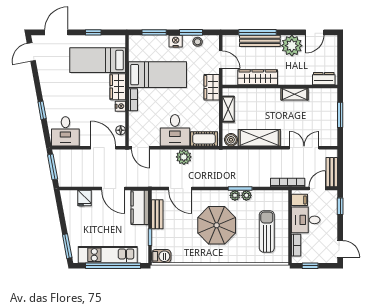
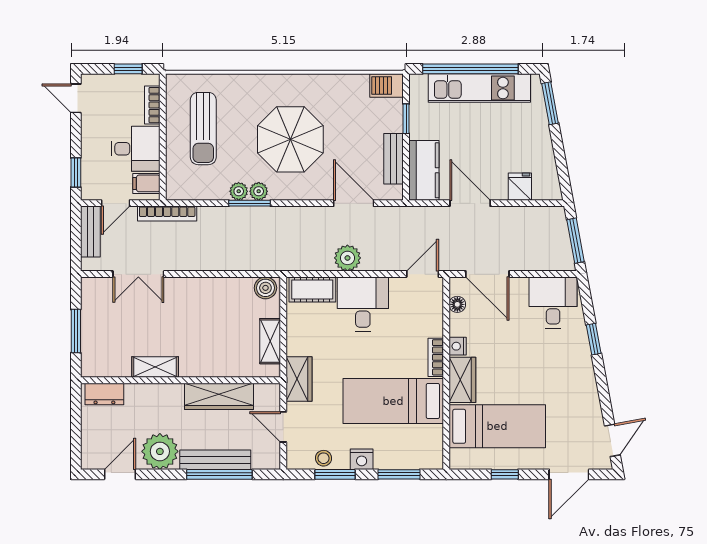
shelving: (259, 138) -> (216, 291), removed
door: (141, 148) -> (423, 274), hinge flipped

